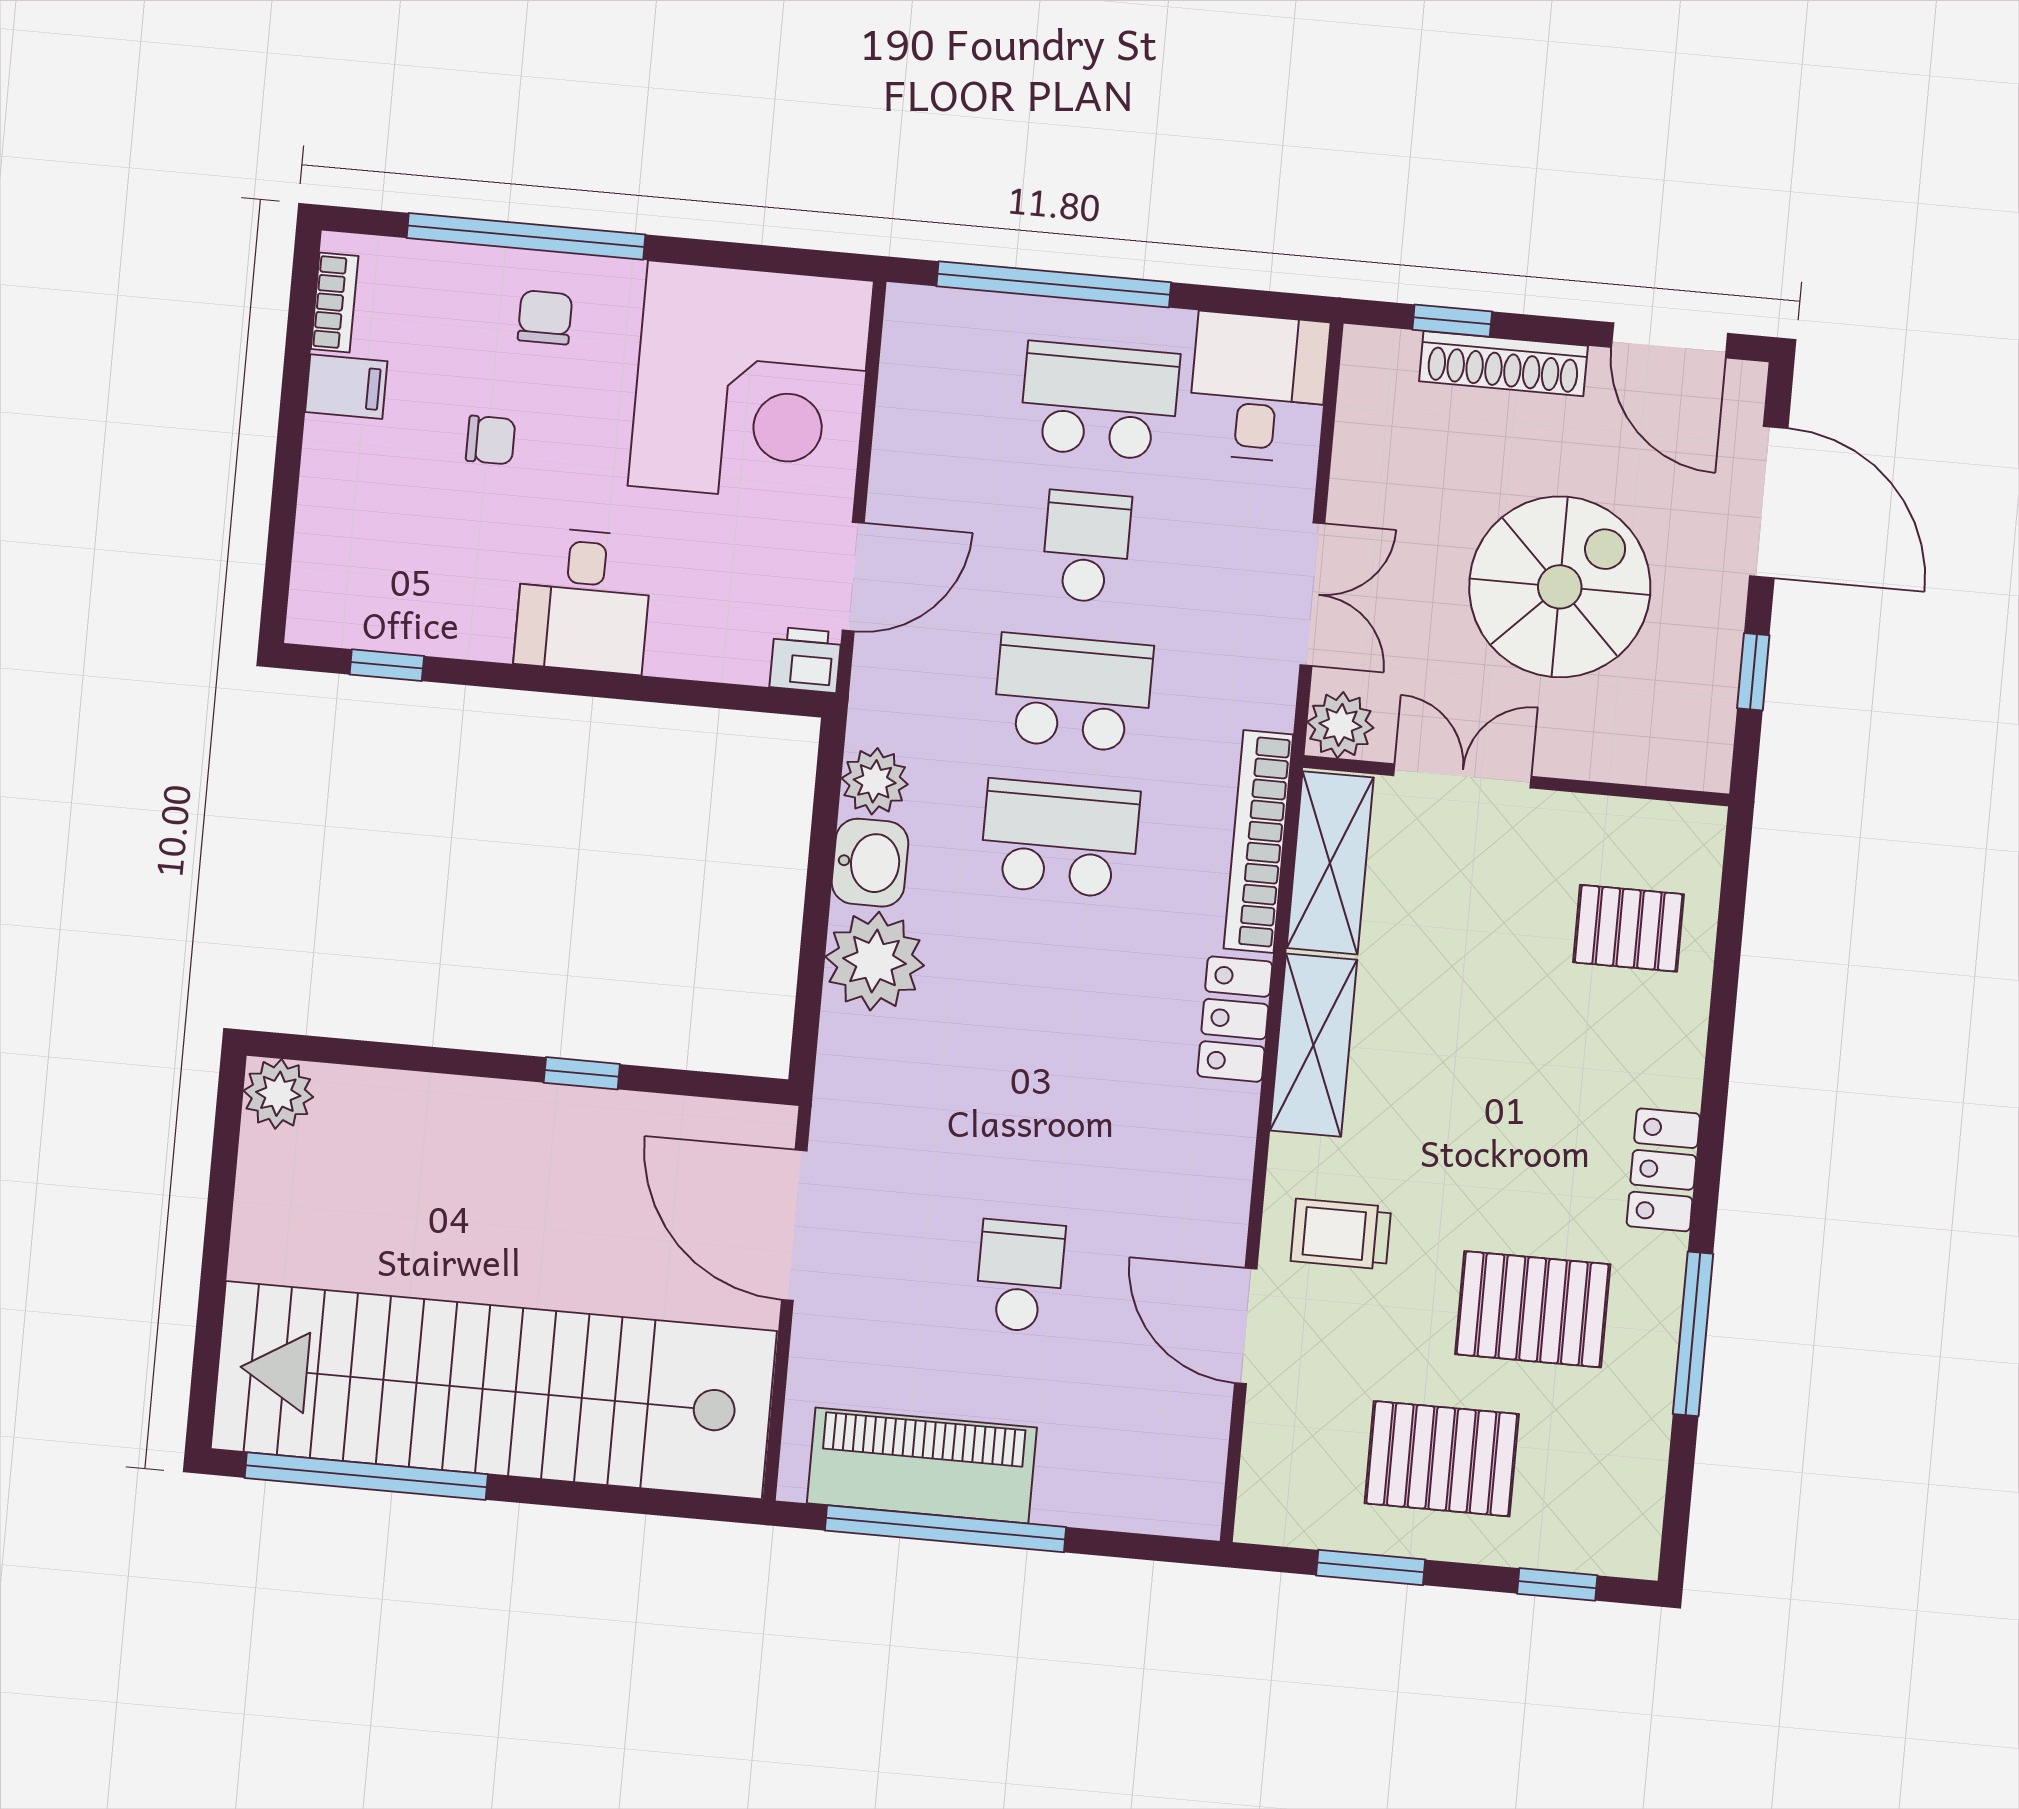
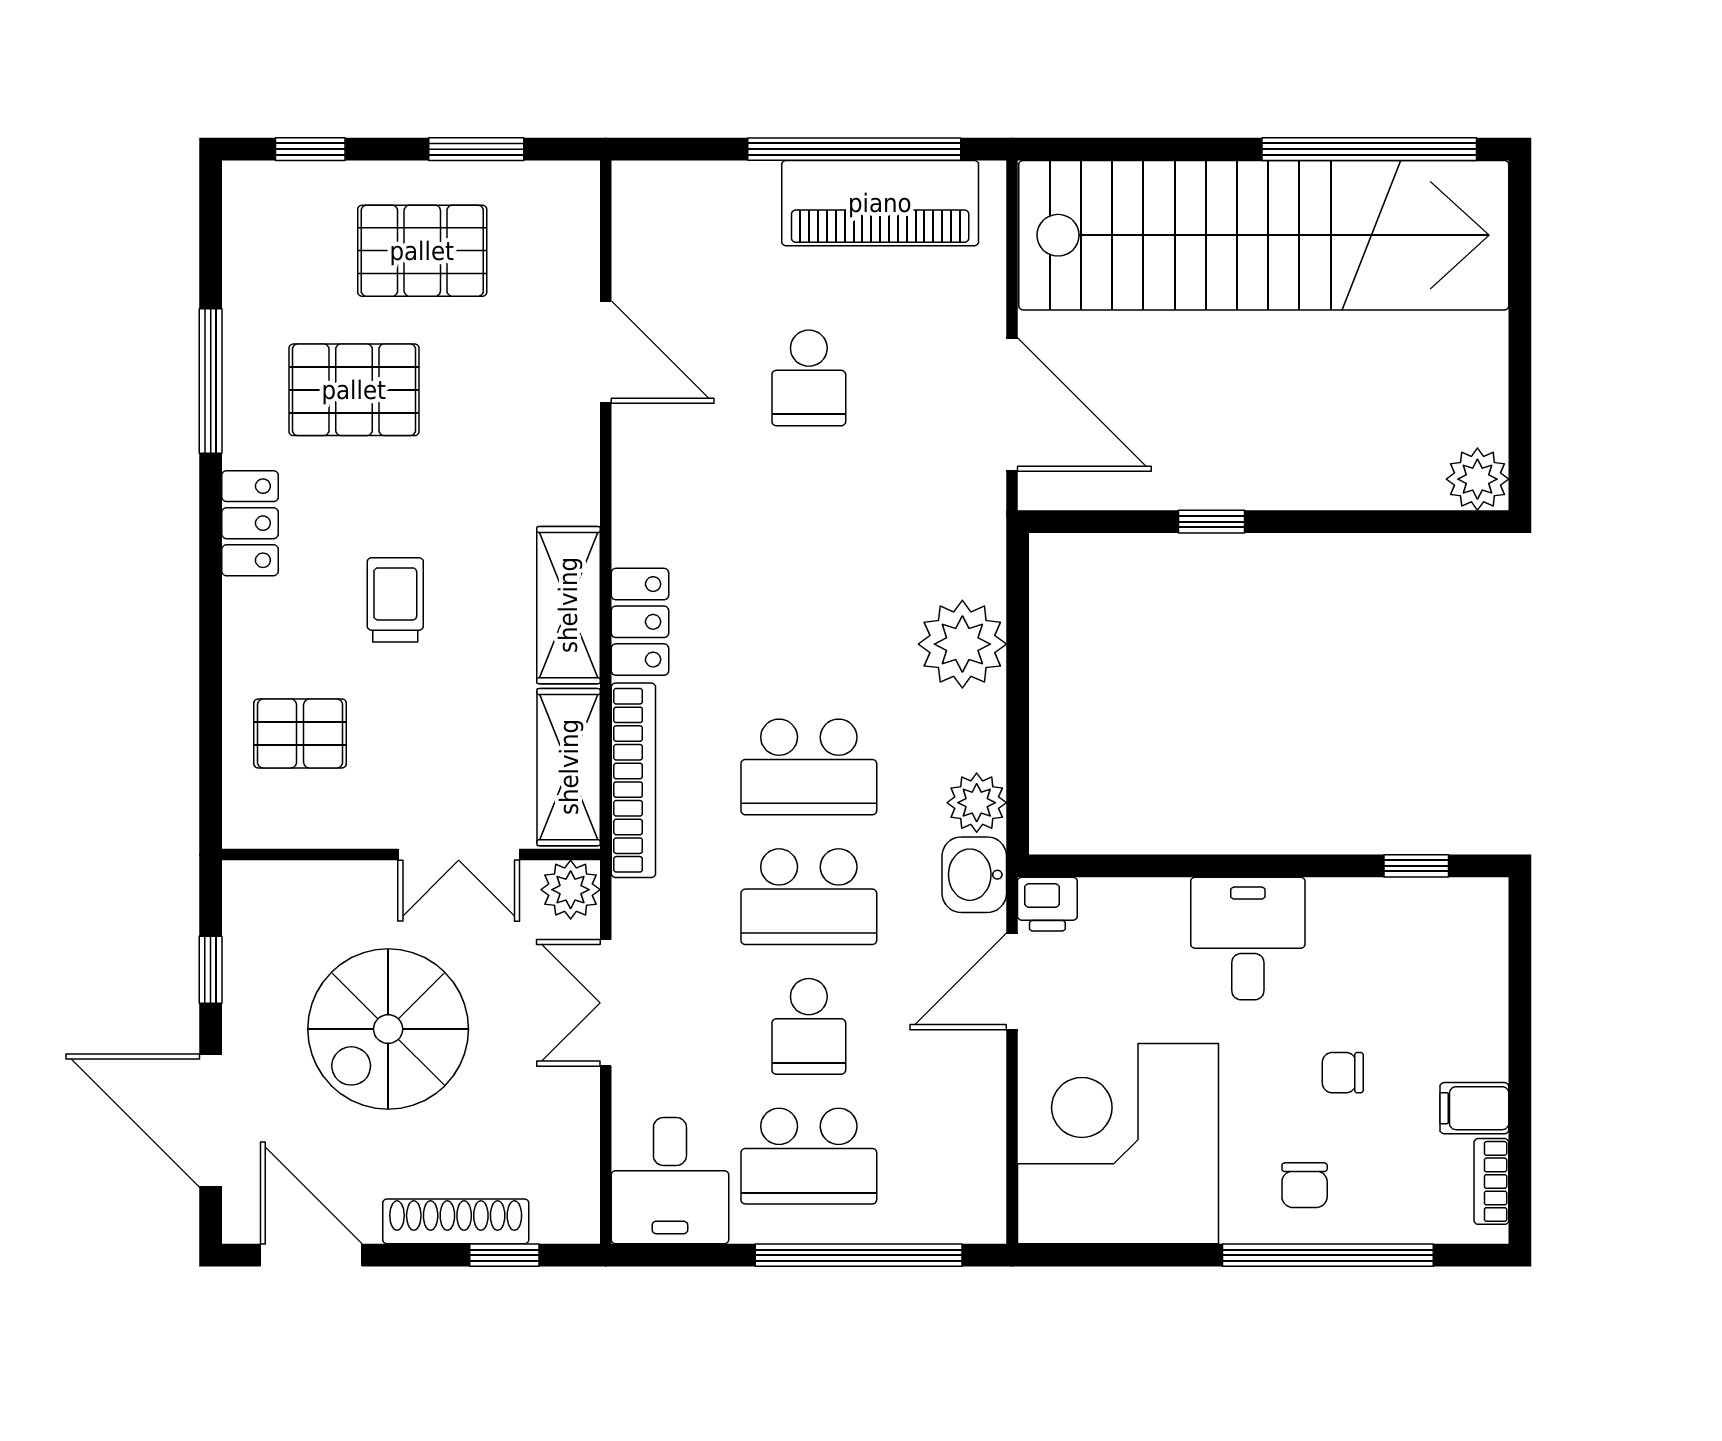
washbasin: (870, 863) -> (974, 875), moved
trolley: (1341, 1234) -> (395, 600), moved, turned -90

